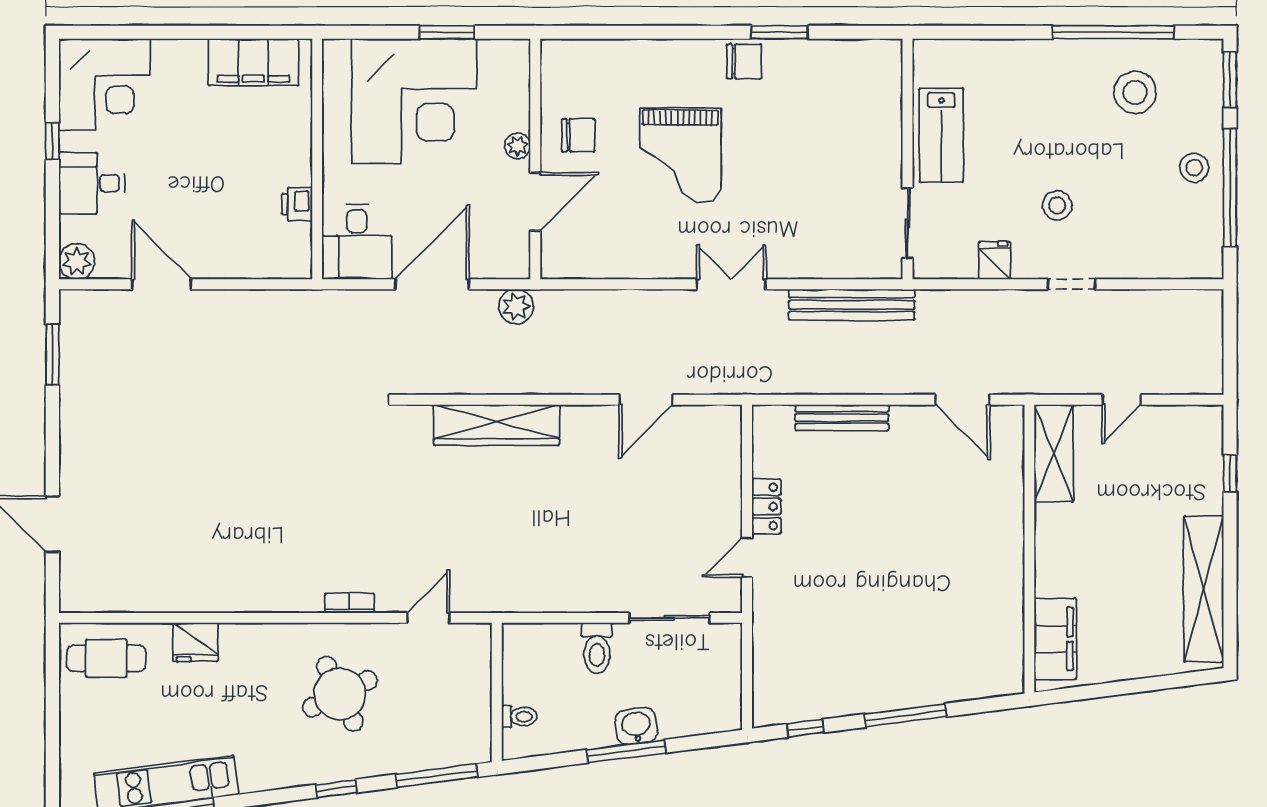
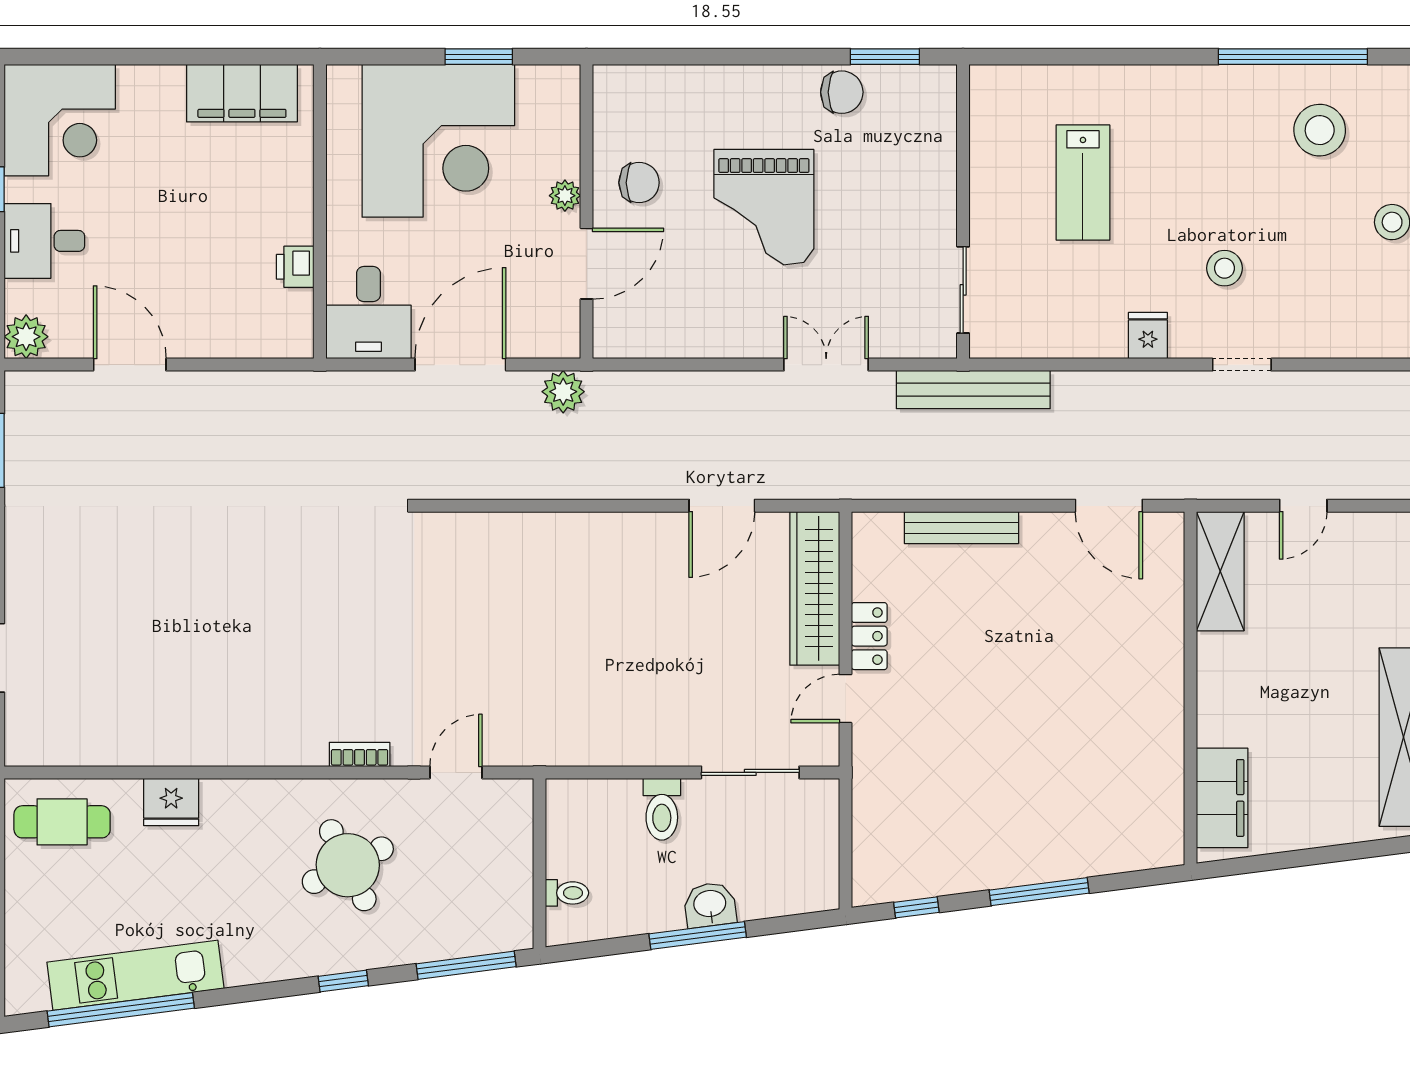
wall: (907, 159) -> (963, 212), moved
sliding door: (907, 223) -> (963, 290), moved
wardrobe: (497, 425) -> (815, 588), moved, turned 90

